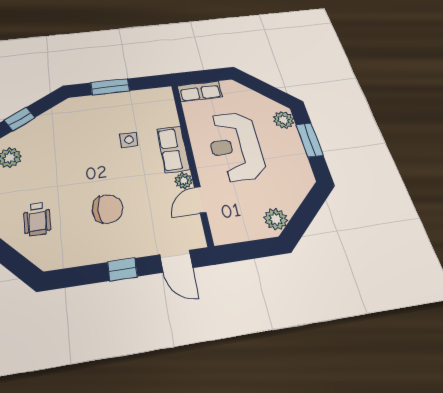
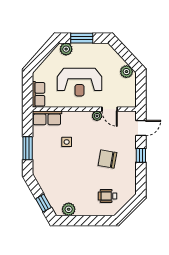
row of seats: (173, 149) -> (47, 118), moved
chair: (108, 209) -> (107, 159), turned -80
wheelchair: (37, 219) -> (107, 196), turned 180

